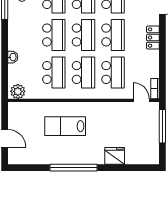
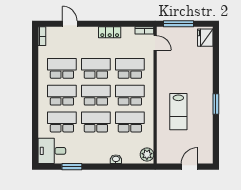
locker: (153, 38) -> (110, 32), moved
door: (141, 100) -> (155, 43), swing flipped
fridge: (115, 156) -> (205, 38), moved
window: (74, 168) -> (216, 104), width x0.47

